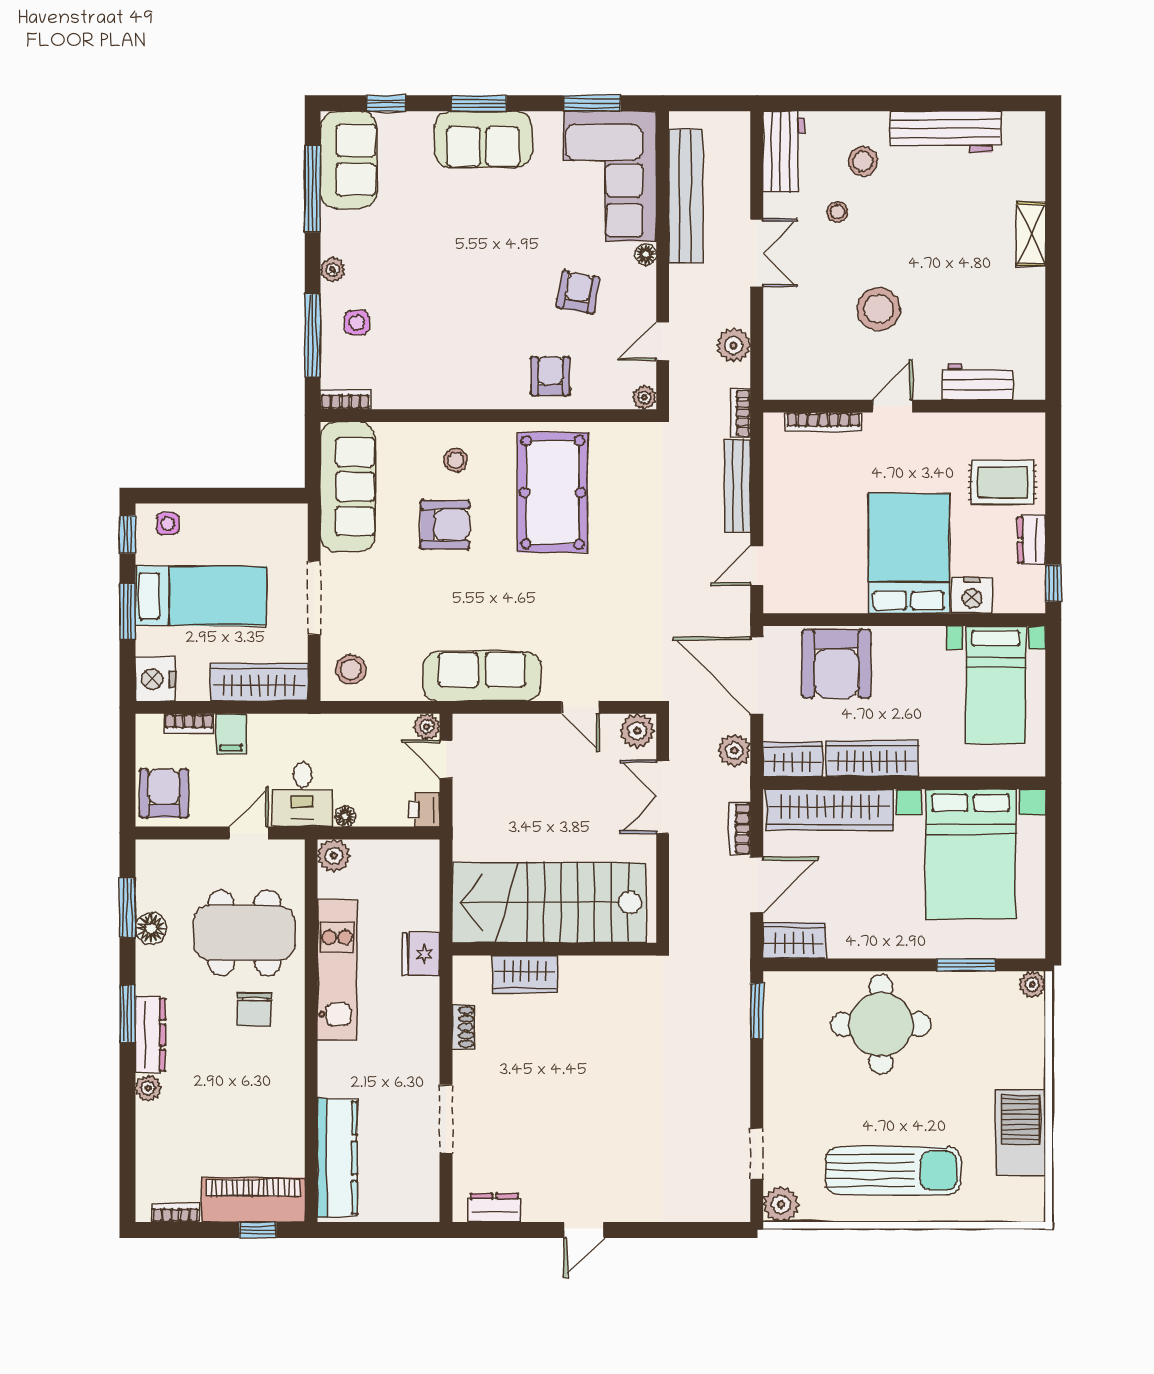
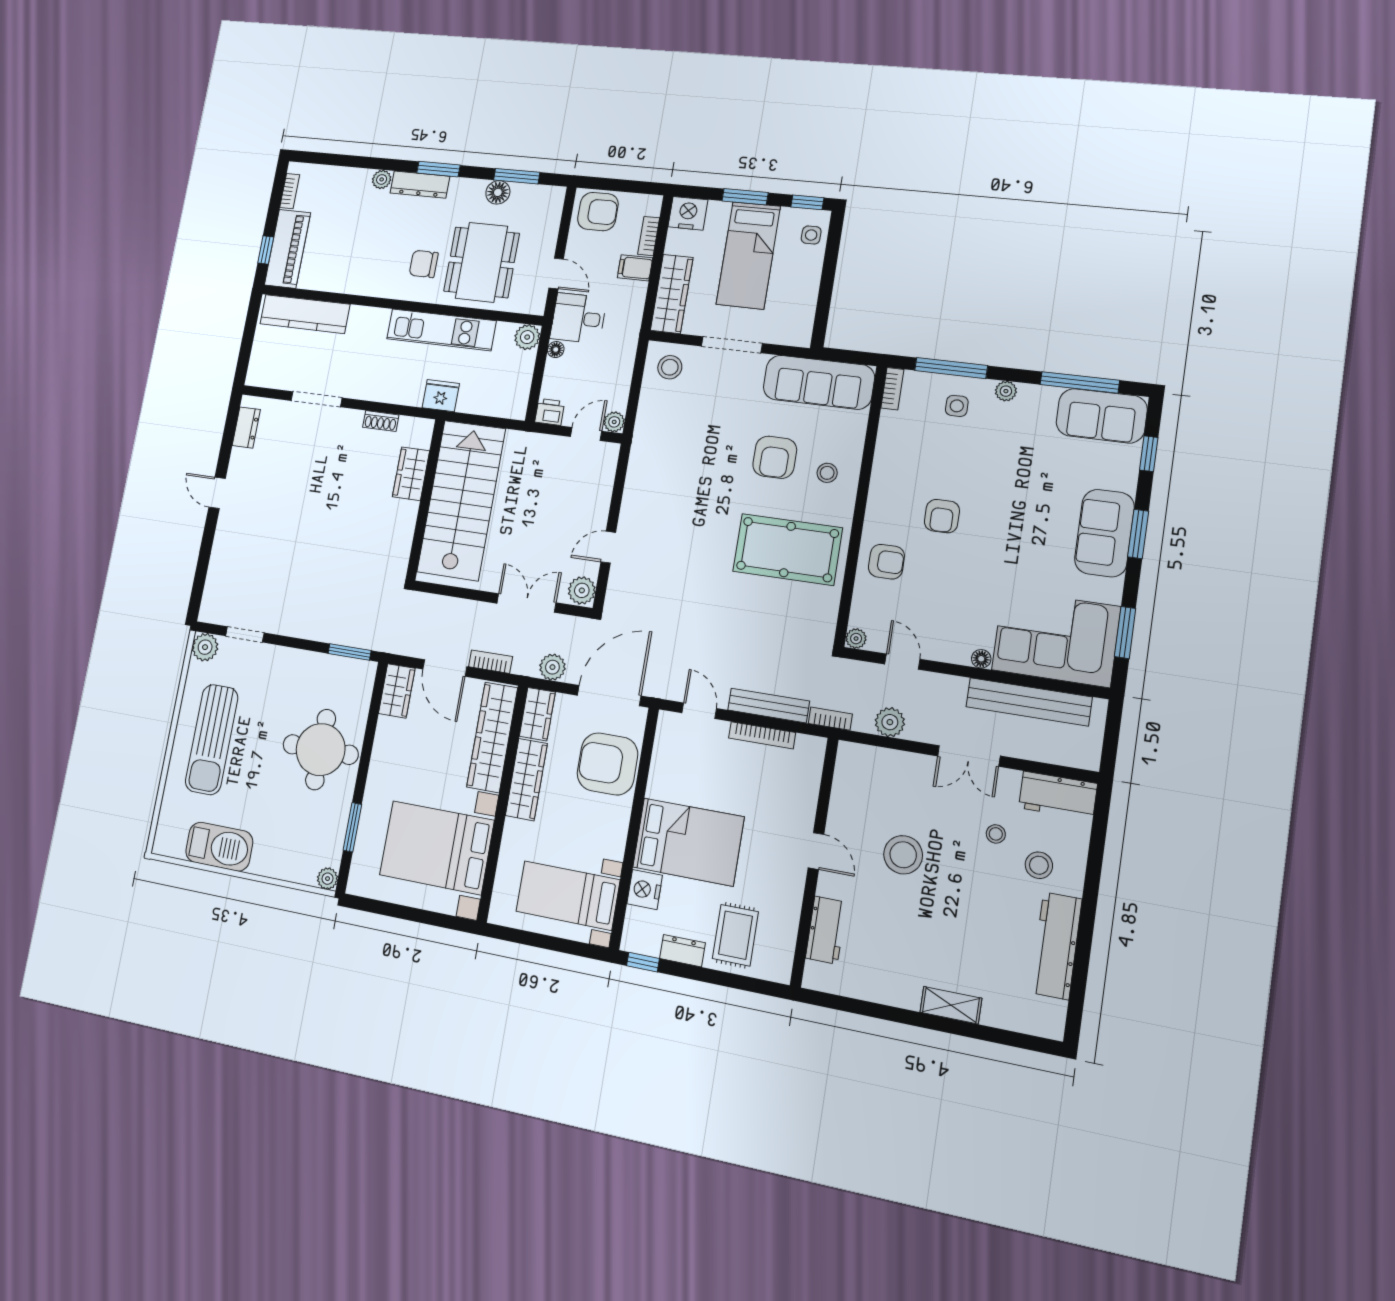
armchair: (578, 292) -> (942, 516), moved, turned 80
bookcase: (823, 422) -> (762, 735), moved, turned -90
sofa: (482, 676) -> (647, 471), removed

